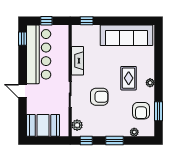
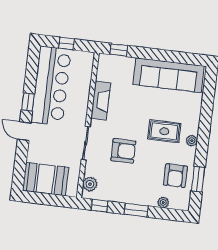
window: (22, 39) -> (28, 102), moved
rug: (129, 78) -> (164, 131), turned 90

